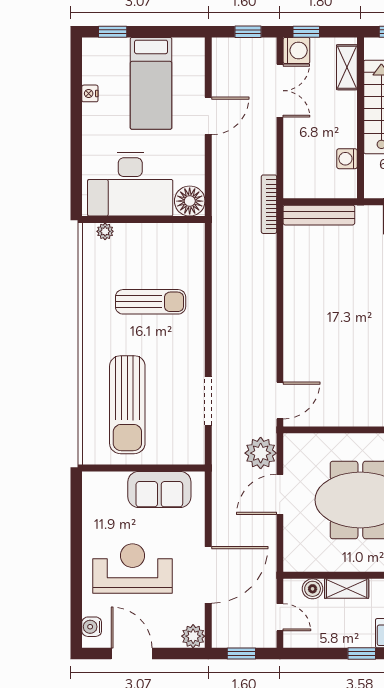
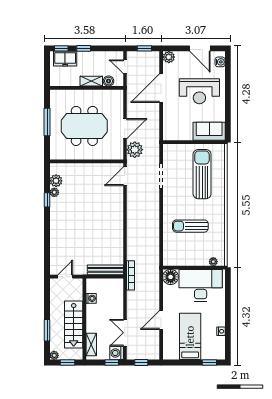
sofa: (159, 489) -> (209, 131), moved

